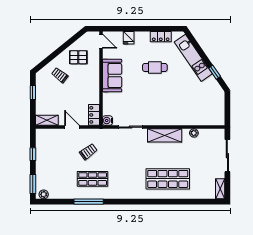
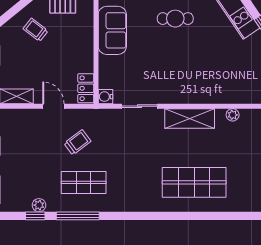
plant: (44, 194) -> (39, 205), moved
window: (60, 202) -> (35, 216), added

